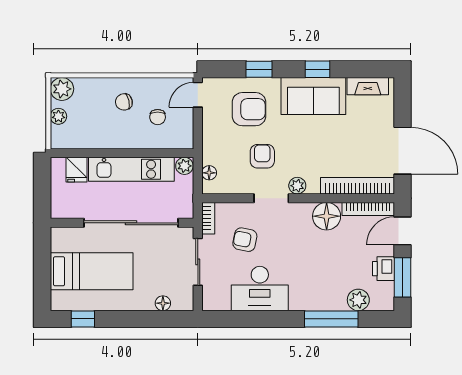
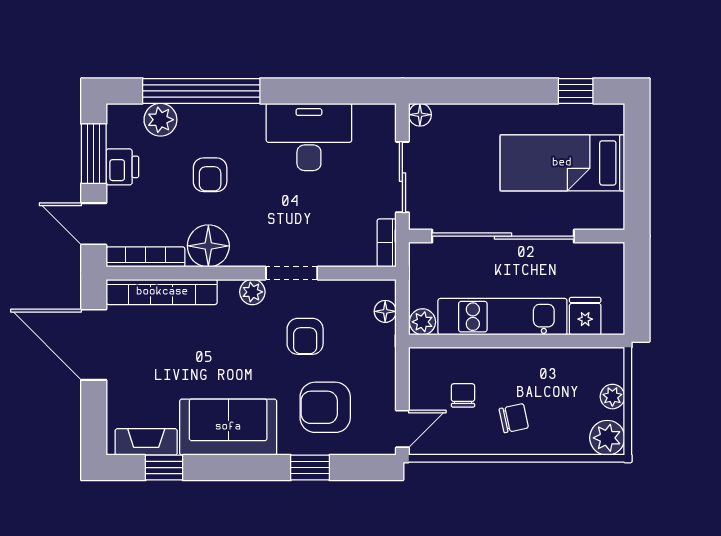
window: (318, 69) -> (164, 468), moved
door: (403, 231) -> (94, 224), swing flipped
armchair: (245, 240) -> (210, 175), moved, turned 79
floor lamp: (163, 303) -> (420, 115), moved
window: (331, 319) -> (201, 91), width x1.46

